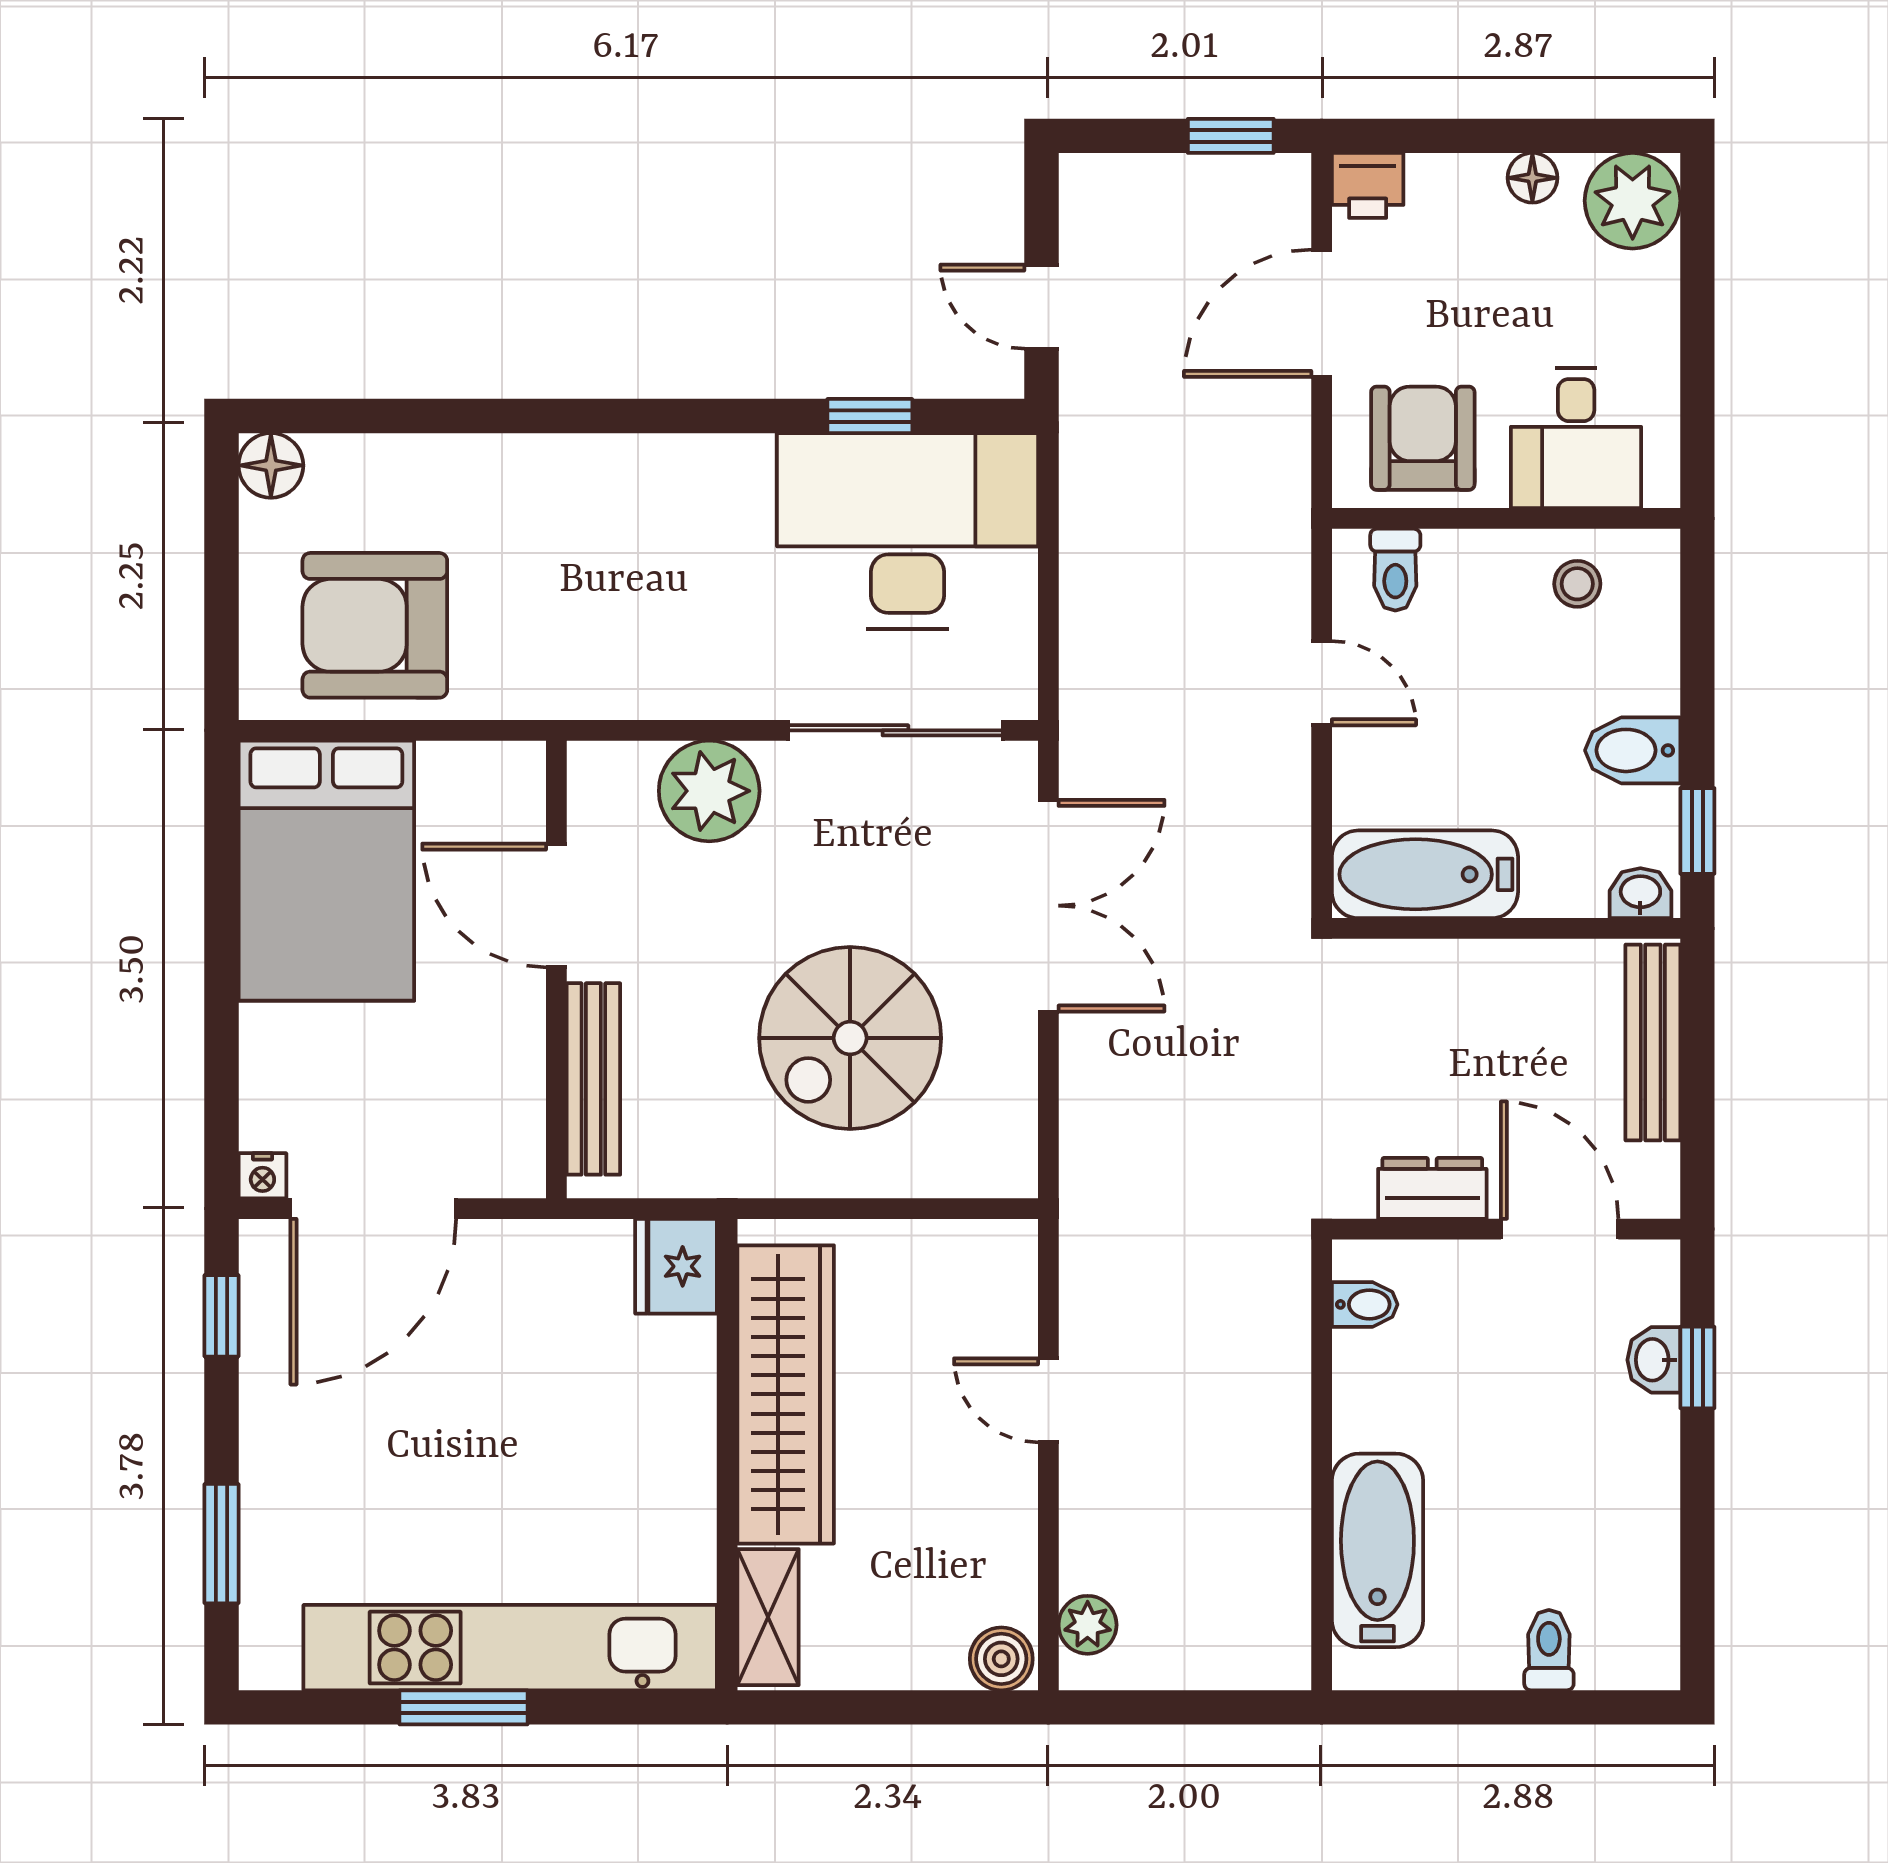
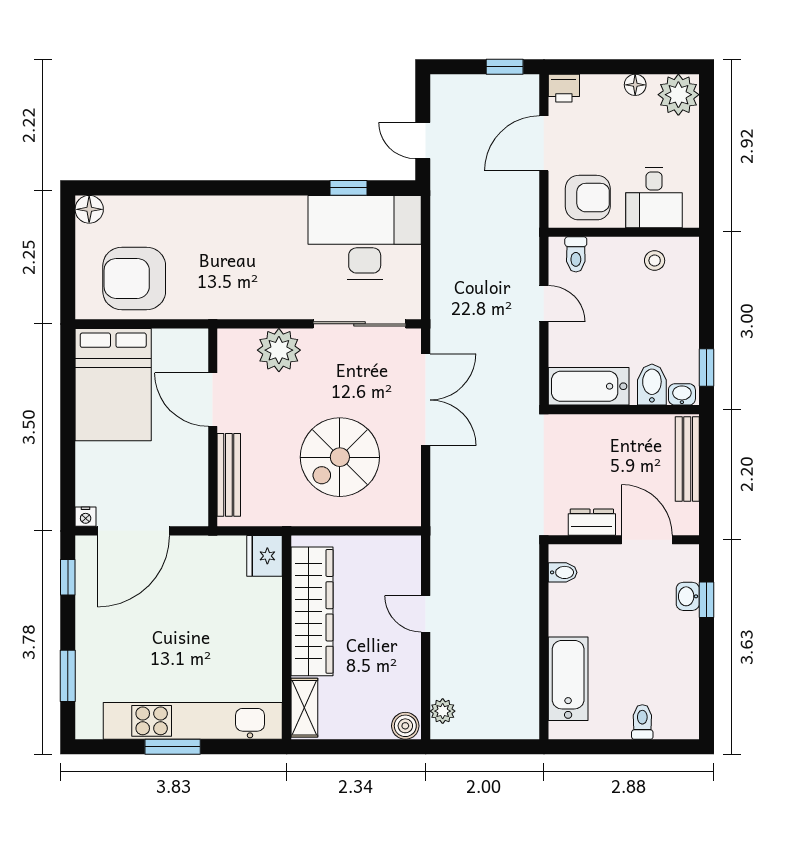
armchair: (1423, 438) -> (588, 198), turned 90
bidet: (1633, 750) -> (652, 385), moved, turned 90

